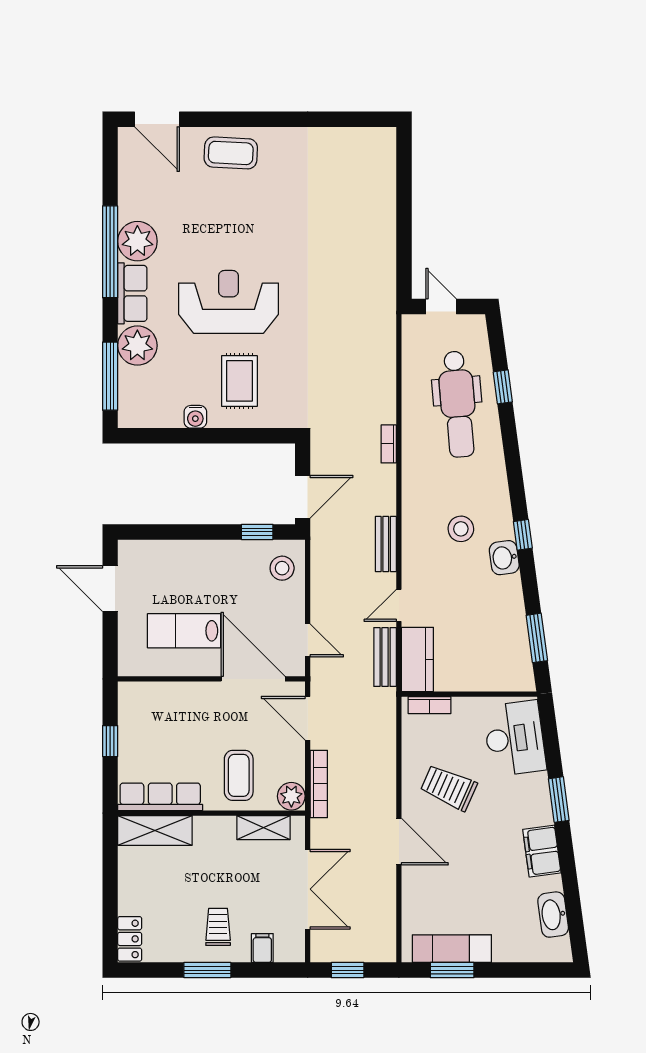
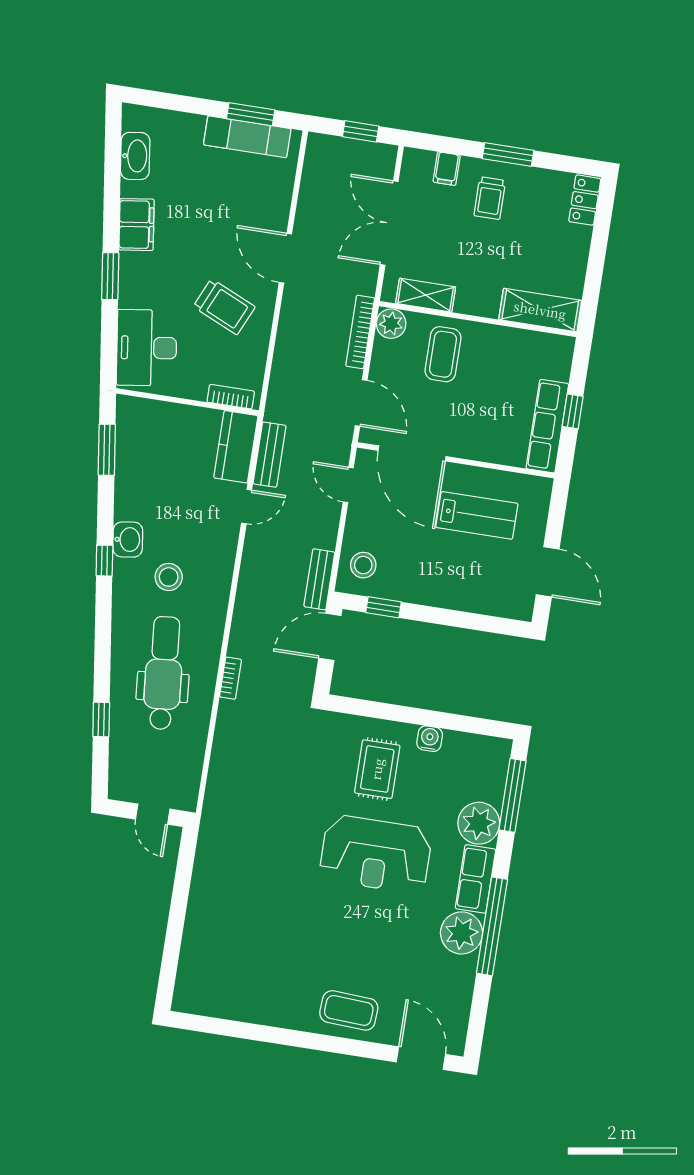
dental chair: (458, 404) -> (164, 673), moved
bench: (386, 544) -> (319, 579), moved
row of seats: (160, 797) -> (547, 426), moved, turned 90

